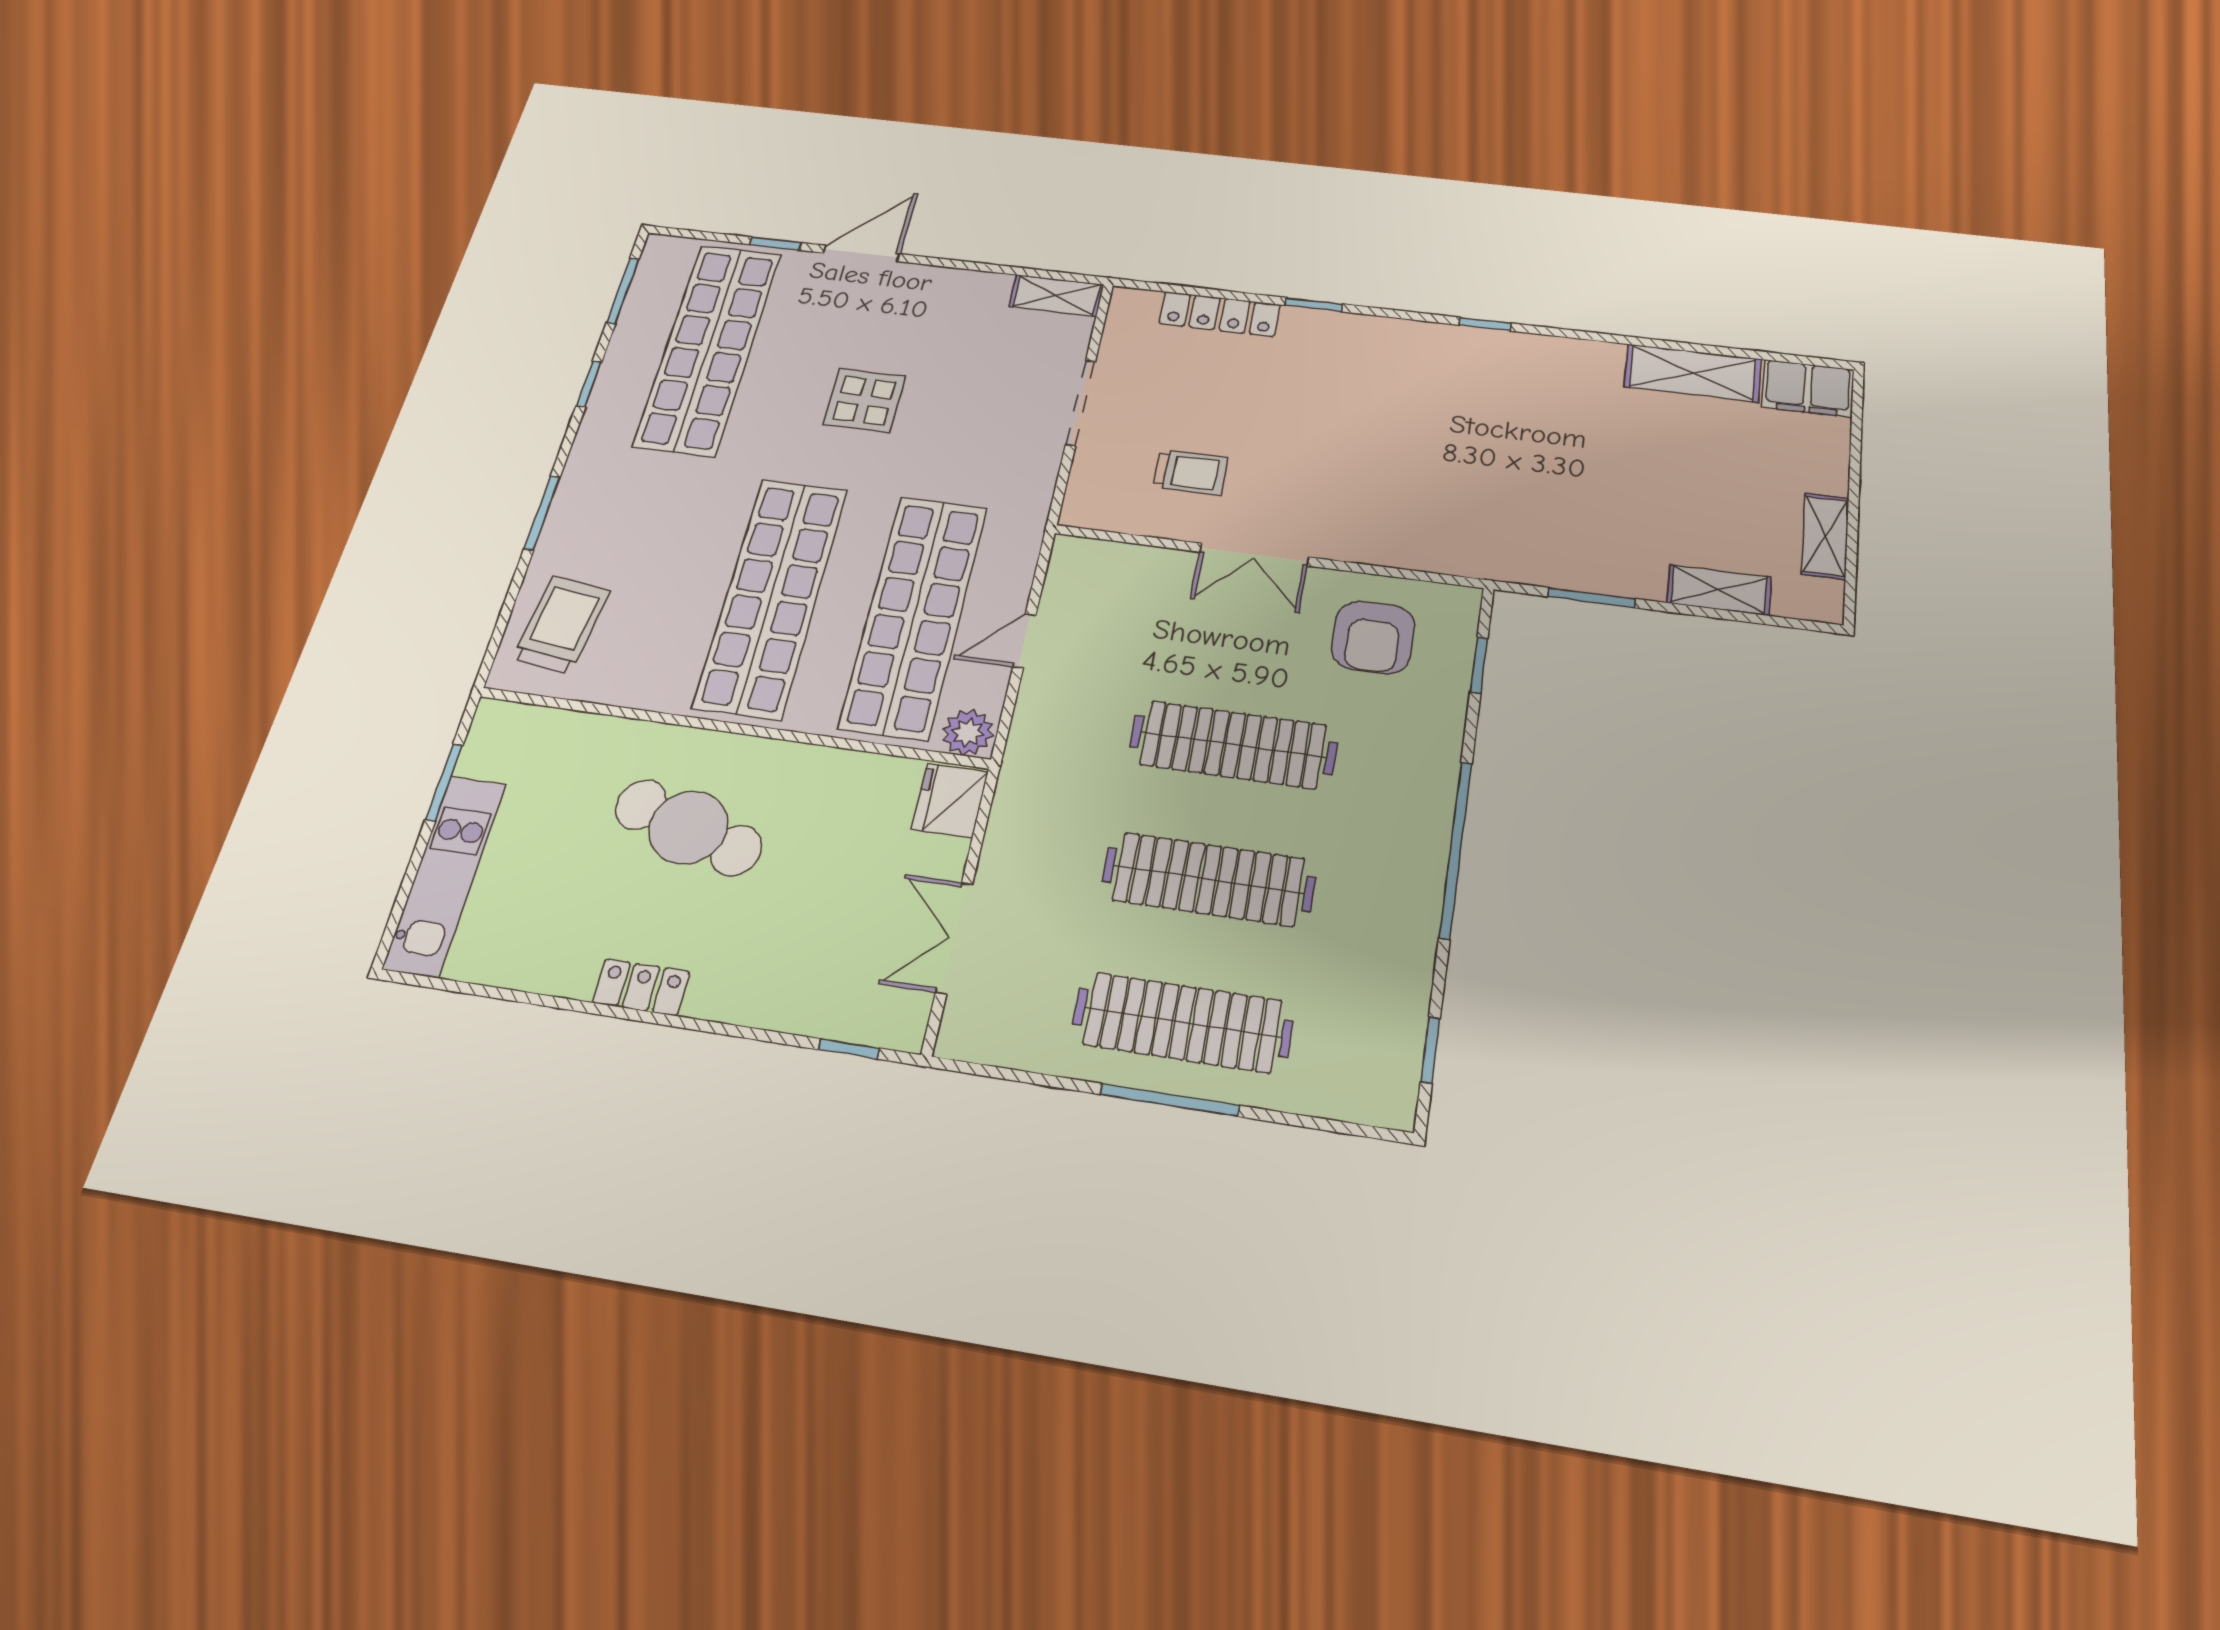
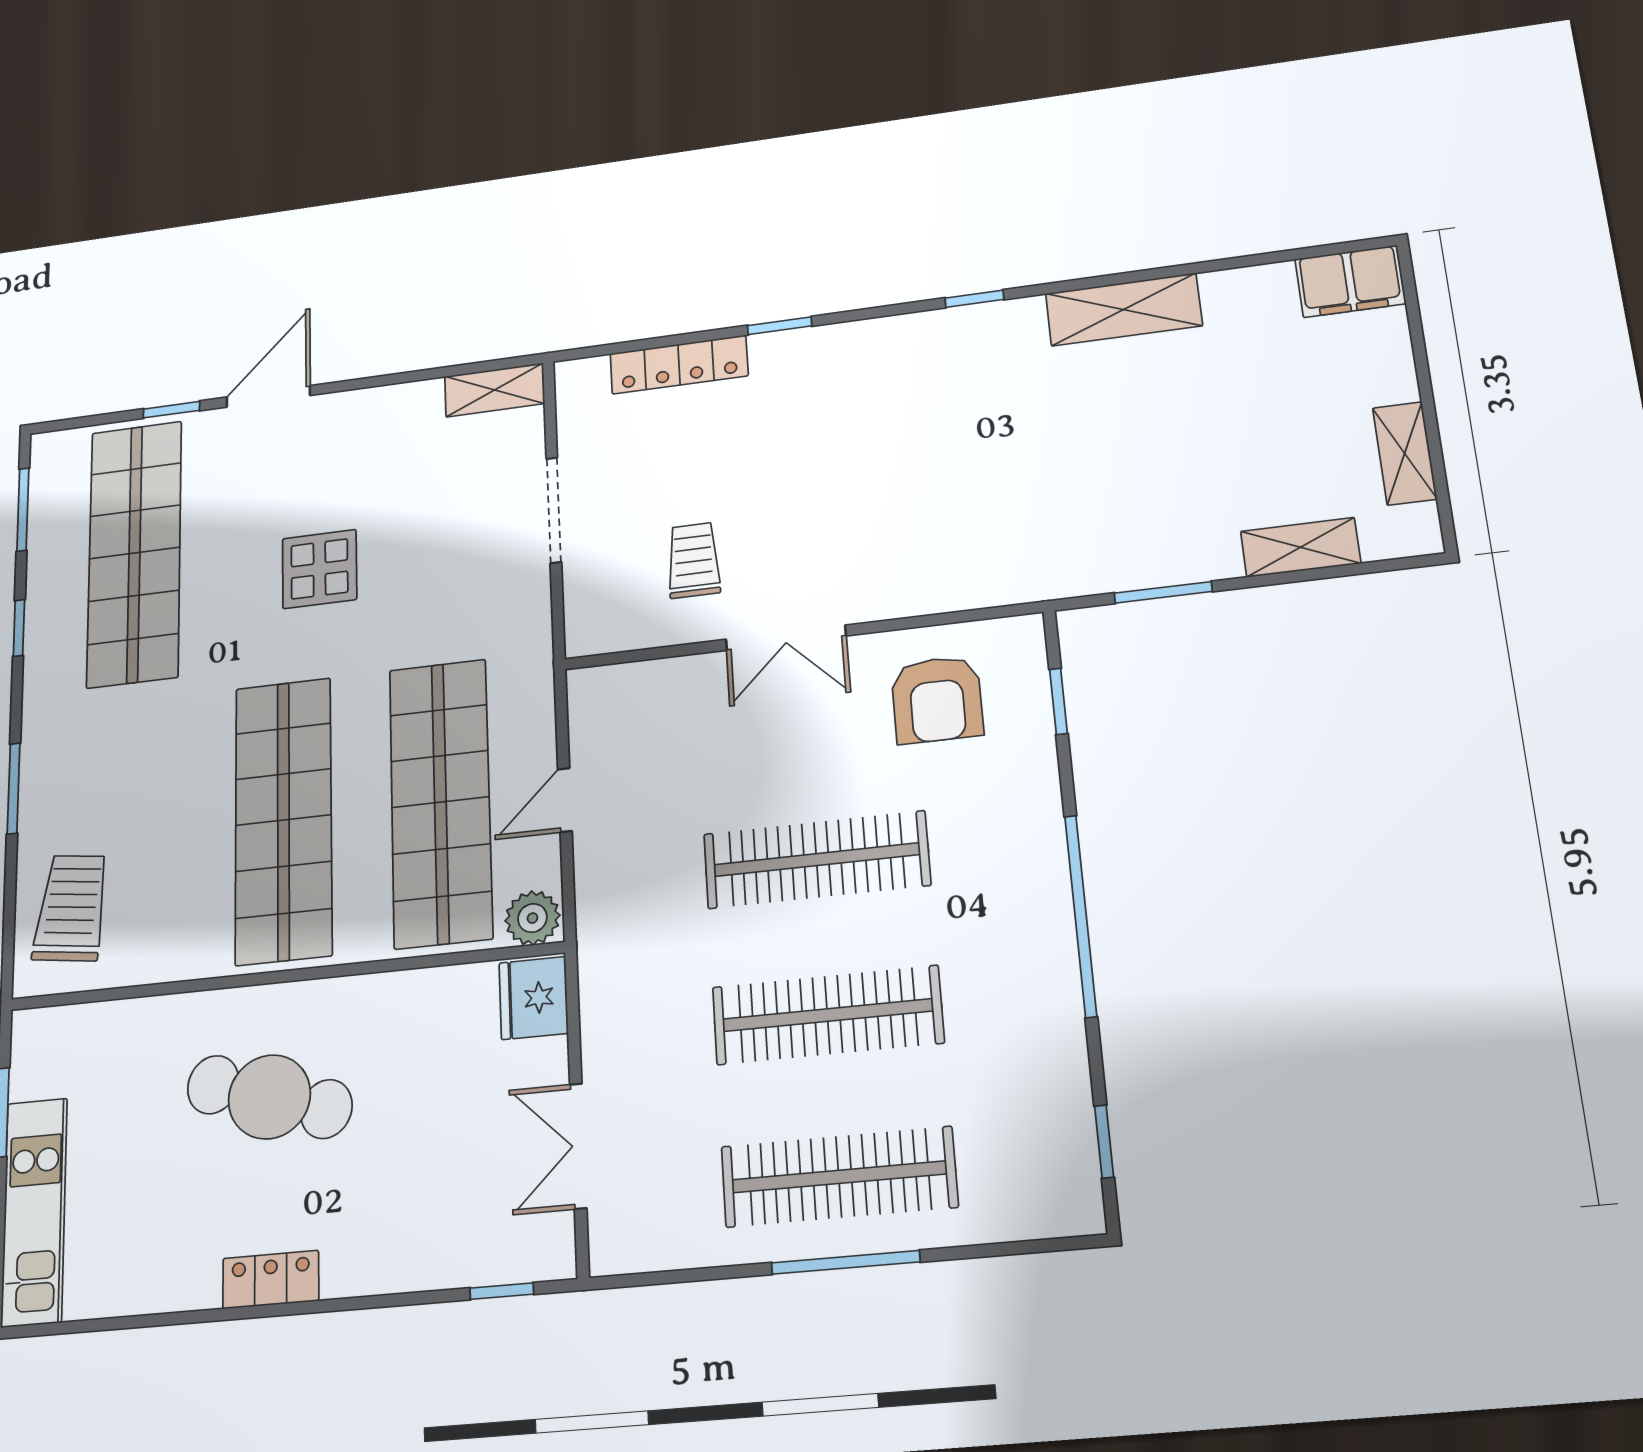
shelving: (1693, 373) -> (1124, 310), moved
trolley: (1190, 472) -> (694, 560), turned -90

